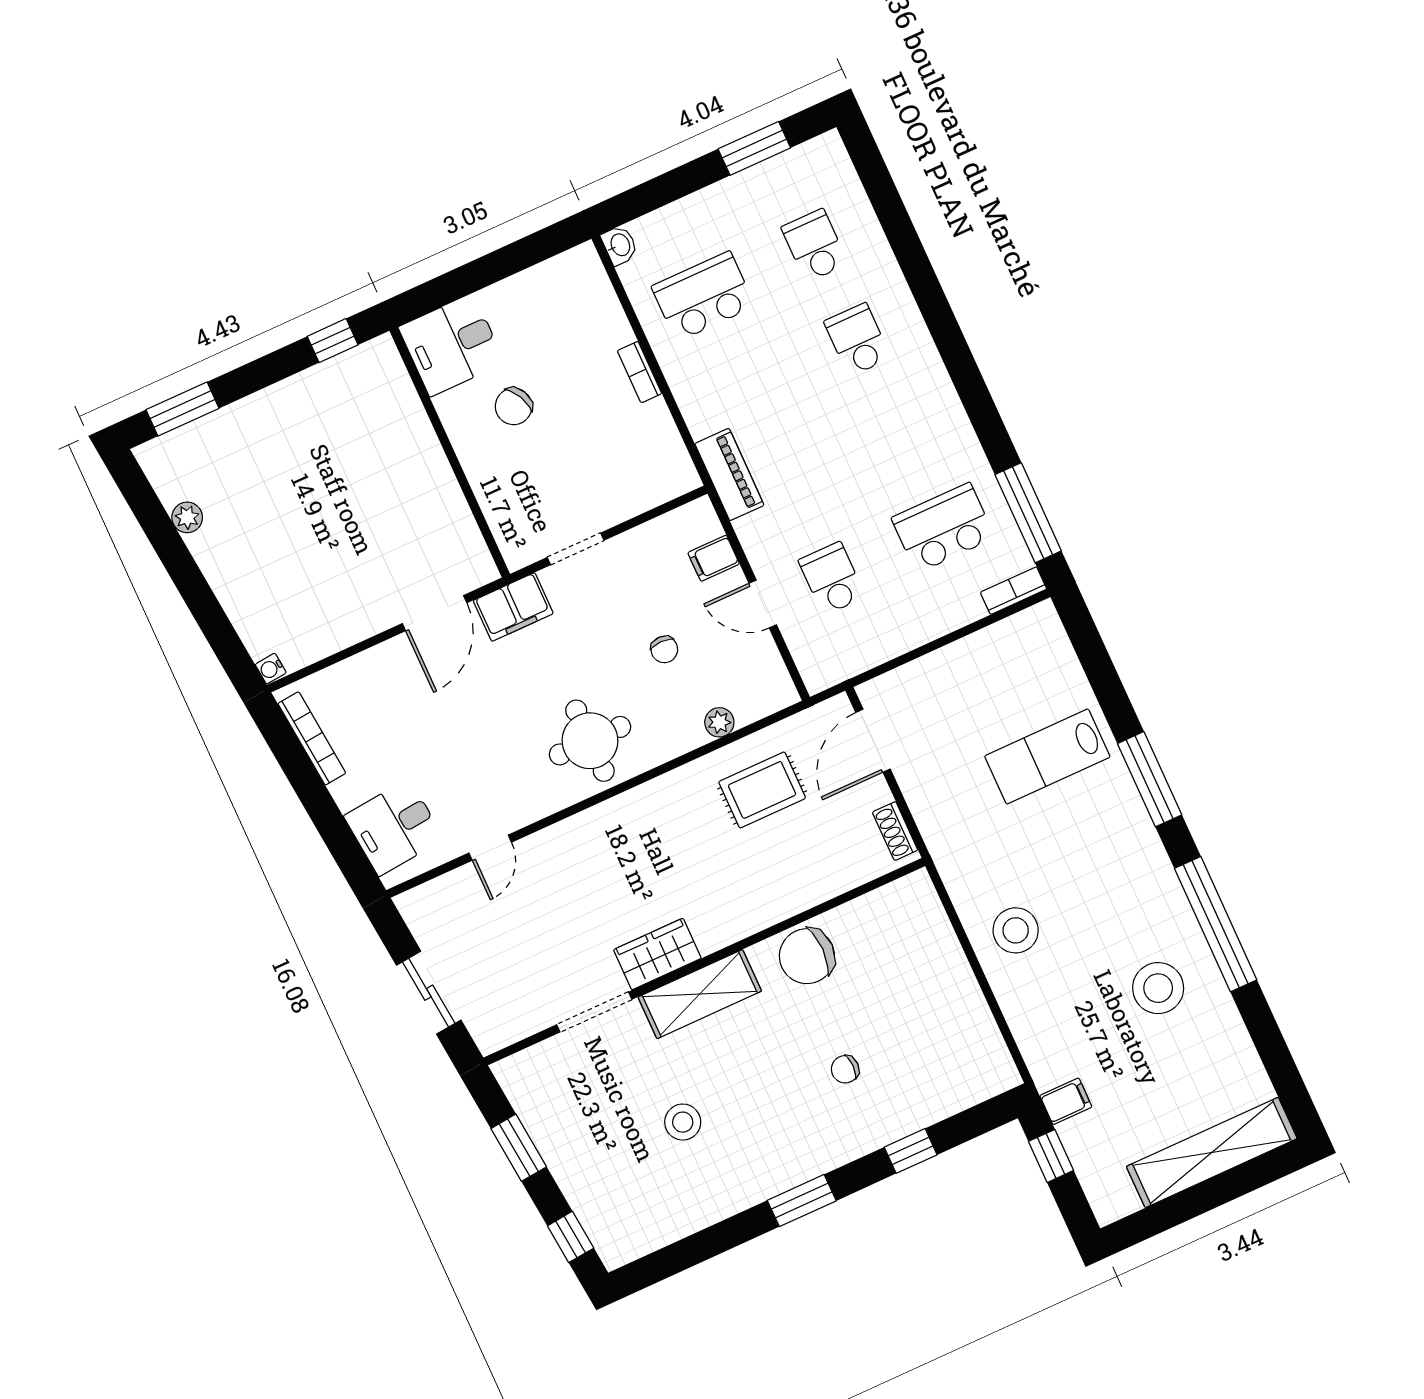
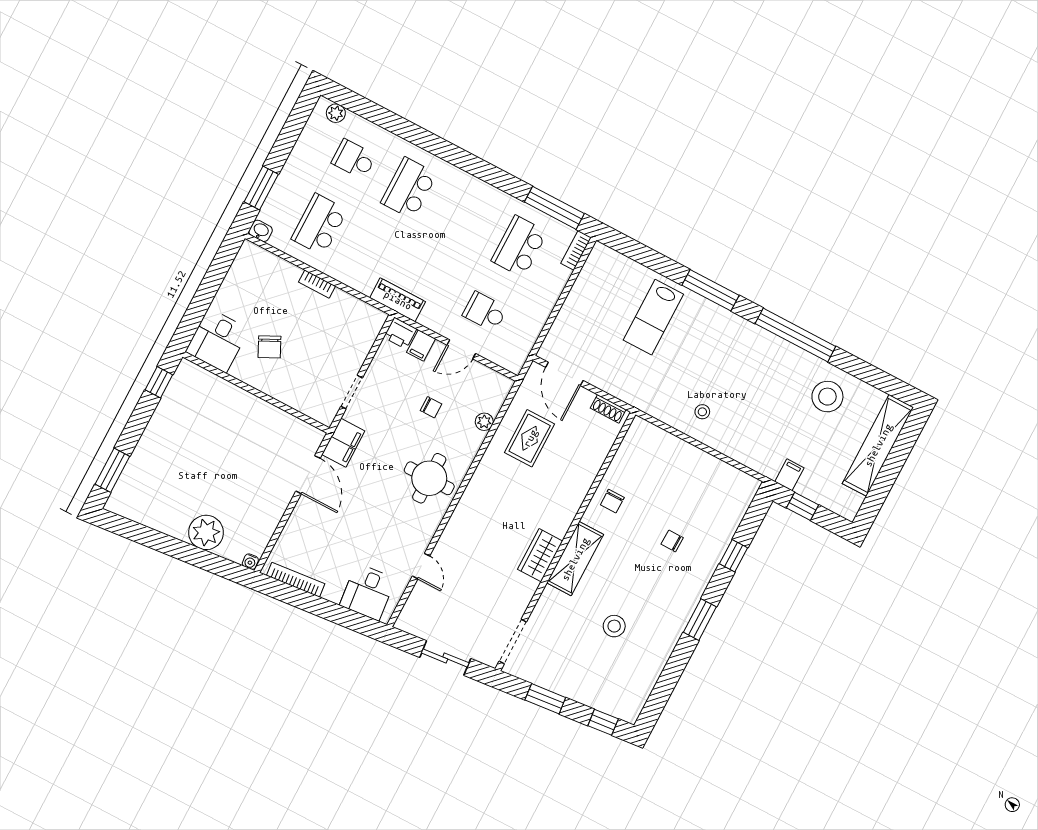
window: (754, 148) -> (261, 188), moved
plant: (838, 167) -> (336, 113), added
school desk: (857, 340) -> (409, 188), width x1.85
plant: (187, 517) -> (206, 532), moved, width x1.88, depth x1.88
printer: (699, 521) -> (400, 333), added
stool: (1016, 930) -> (702, 412), width x0.53, depth x0.53
chair: (807, 956) -> (612, 501), width x0.54, depth x0.54
stool: (1158, 988) -> (827, 397), moved
doorway: (594, 1012) -> (513, 642), moved
chair: (845, 1069) -> (672, 541), turned 91

